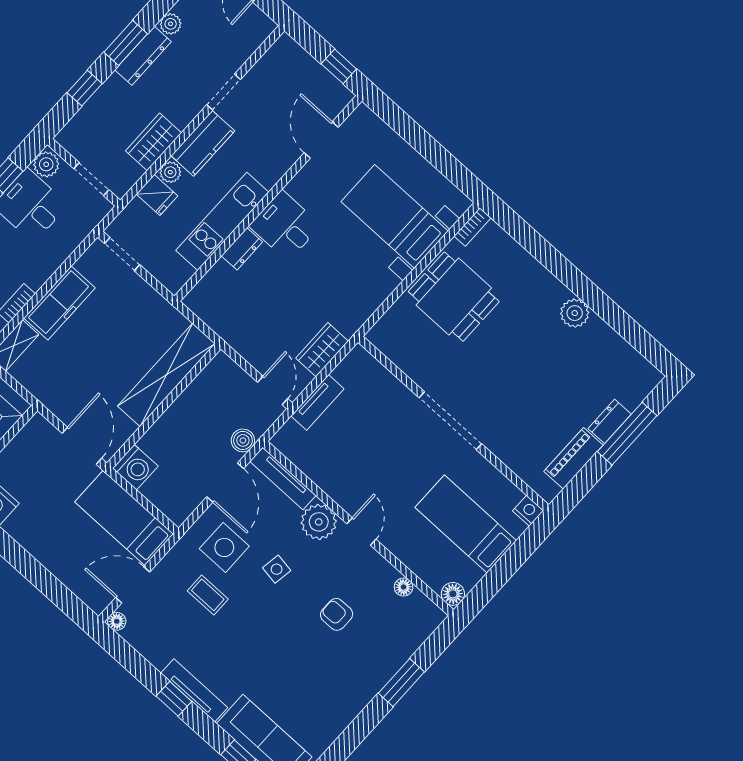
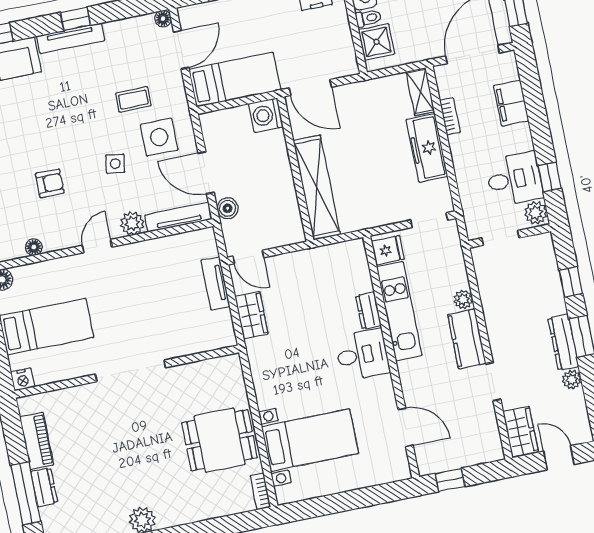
wardrobe: (153, 142) -> (521, 432), moved
fridge: (157, 195) -> (388, 250), moved, turned 180
plant: (319, 522) -> (132, 223), width x0.73, depth x0.73
door: (361, 531) -> (97, 246), swing flipped

